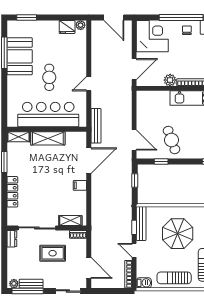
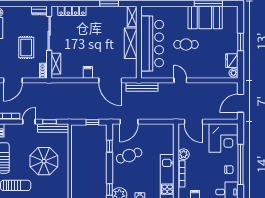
window: (27, 17) -> (240, 42), moved
locker: (12, 192) -> (72, 11), moved

